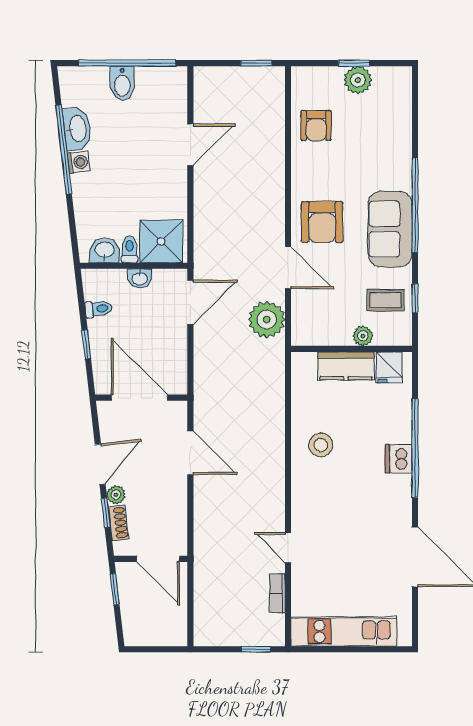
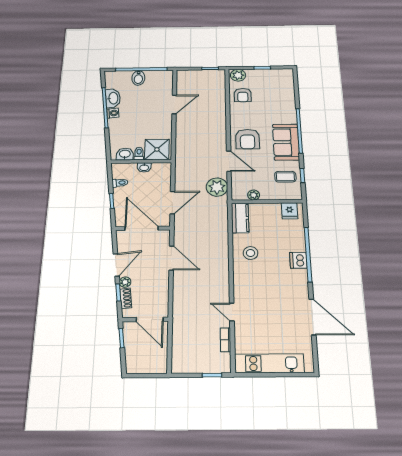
plant: (358, 80) -> (238, 75), moved
door: (190, 302) -> (172, 203), moved
plant: (363, 336) -> (254, 195), moved
kitchen counter: (346, 366) -> (240, 218), moved, turned -90

